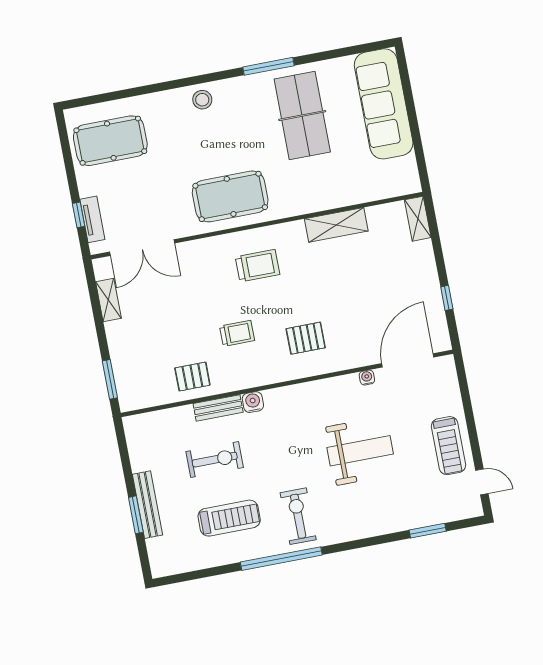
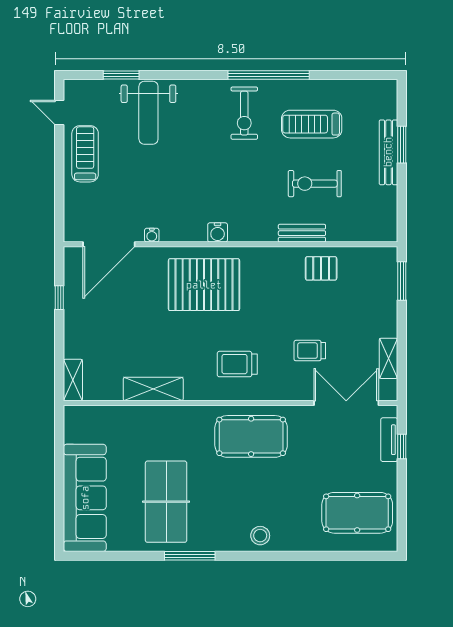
trolley: (237, 333) -> (310, 351), moved
pallet: (306, 338) -> (204, 285), width x2.05, depth x2.00
water cooler: (253, 402) -> (218, 232), moved
weight bench: (360, 451) -> (148, 113), moved, turned -90

